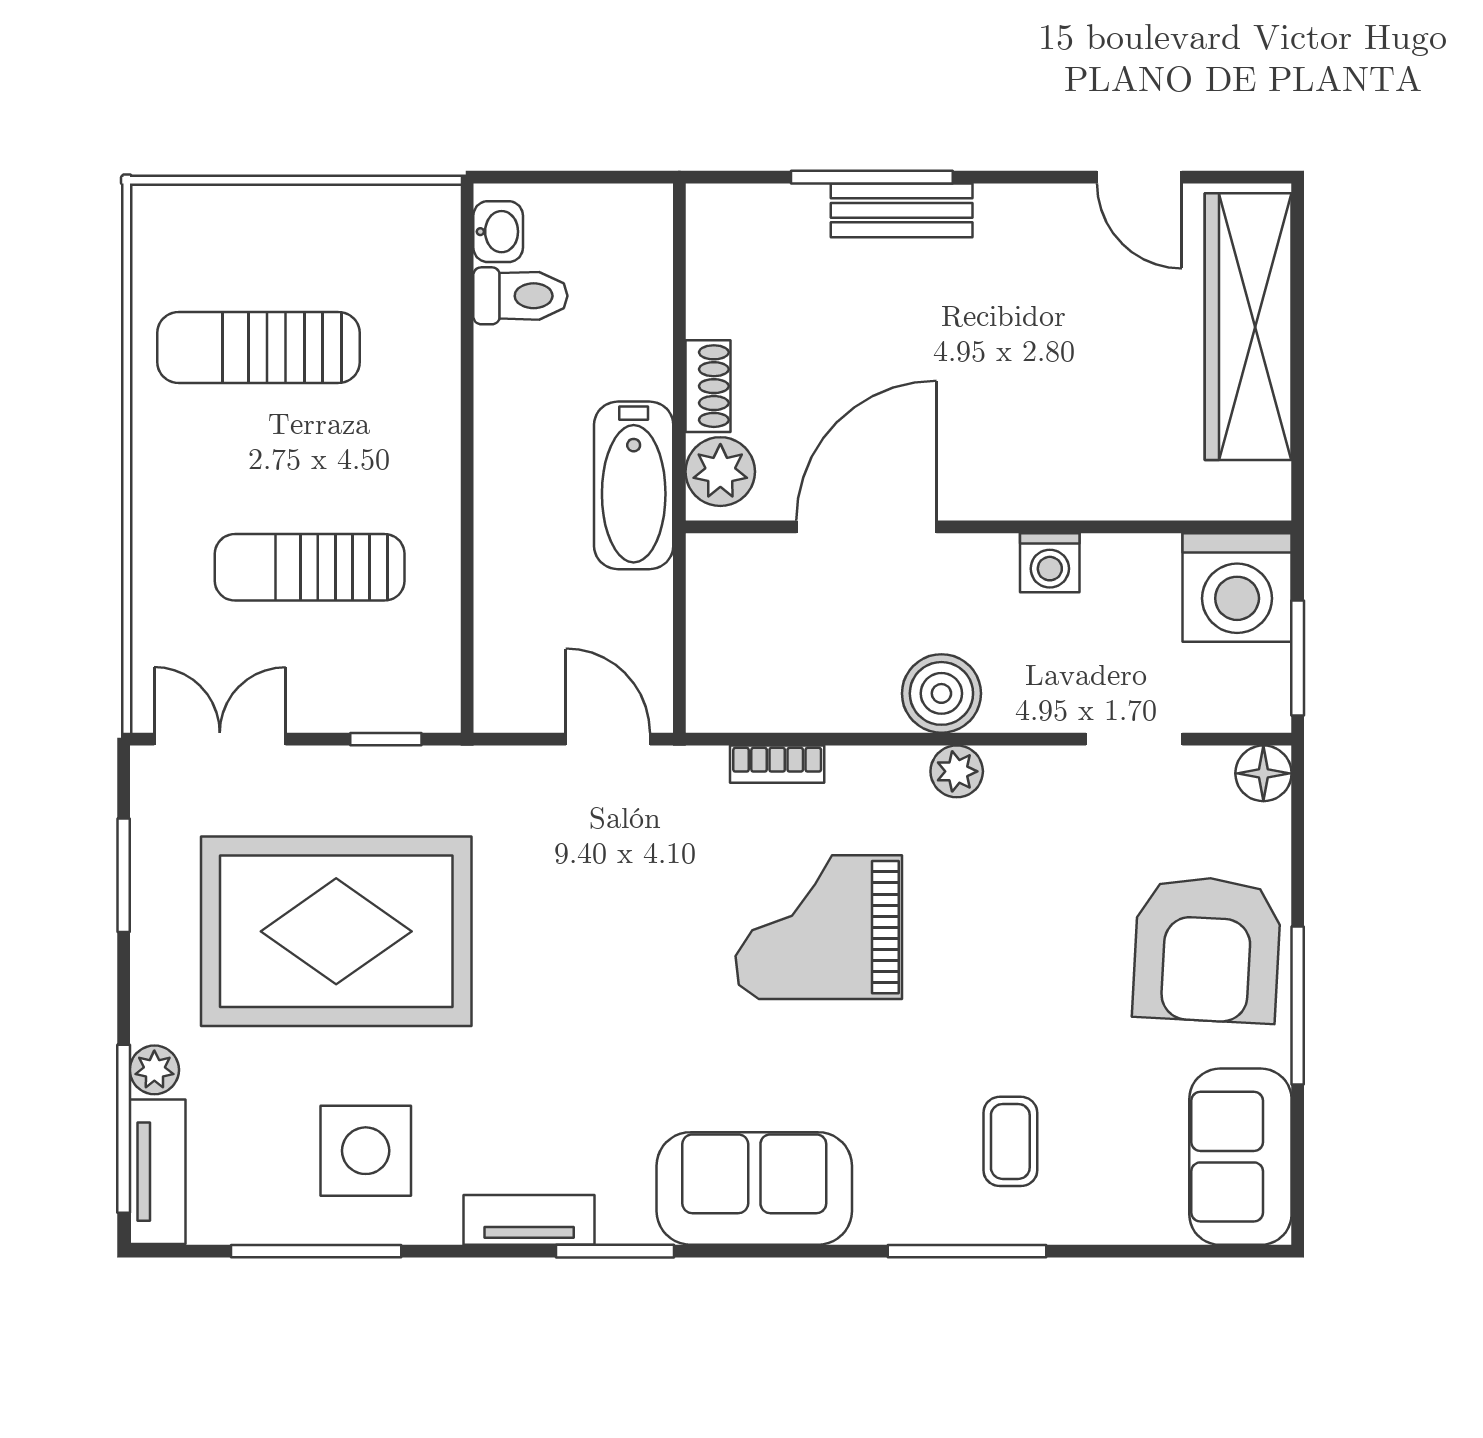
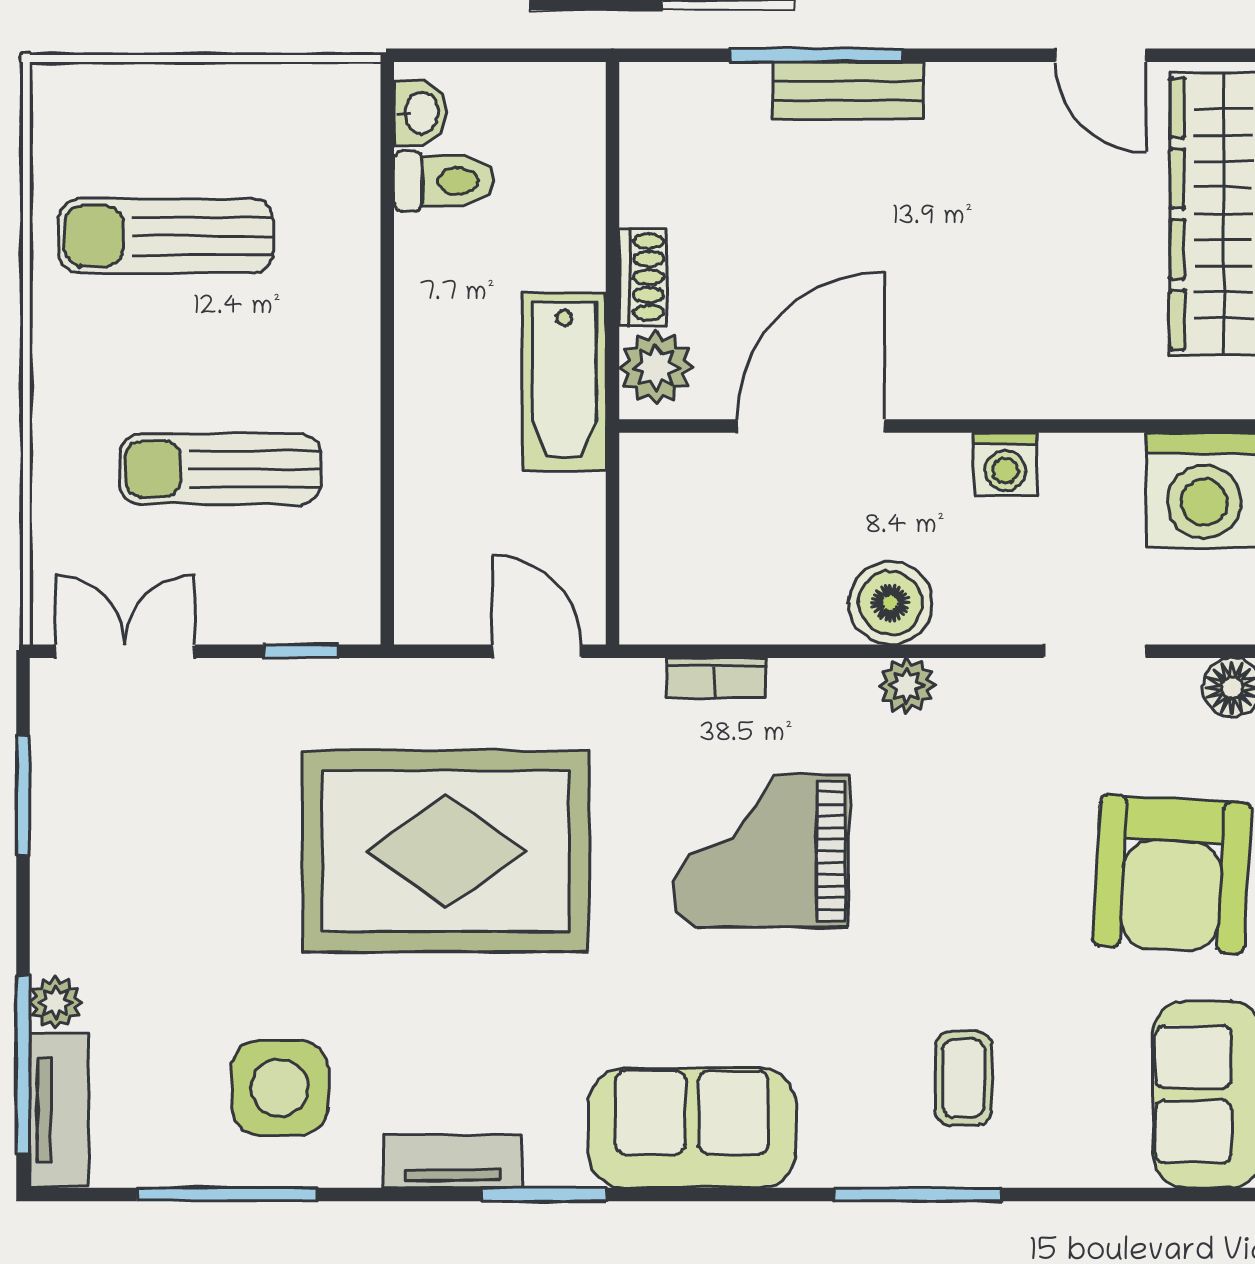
rug: (336, 931) -> (446, 851), moved

